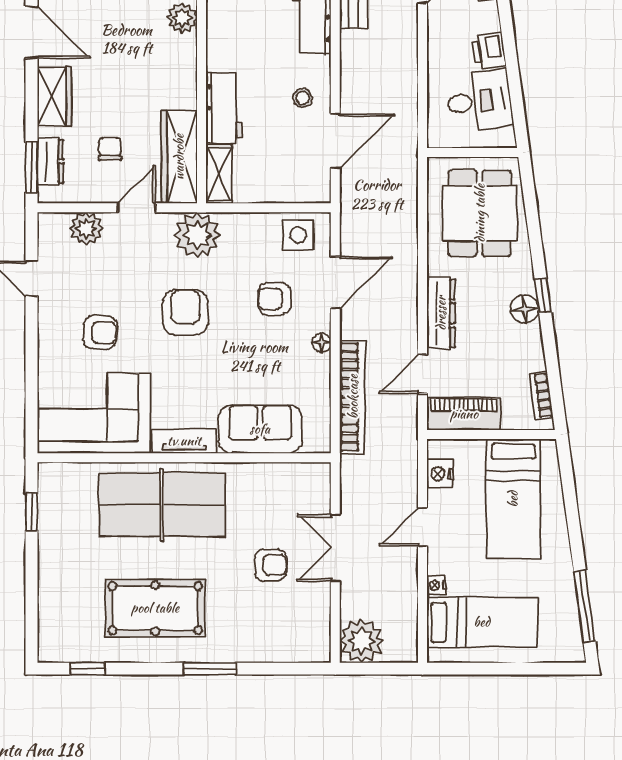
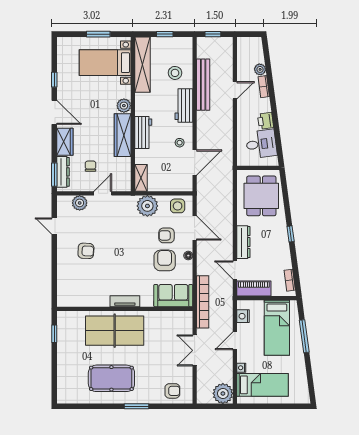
workbench: (224, 108) -> (143, 132), moved
wardrobe: (179, 157) -> (123, 135), moved
dresser: (50, 161) -> (63, 172), width x1.44
plant: (197, 235) -> (147, 206), moved
door: (335, 283) -> (195, 228), hinge flipped
floor lamp: (525, 309) -> (282, 240), removed
armchair: (185, 312) -> (165, 260), moved
door: (423, 374) -> (235, 270), hinge flipped
bookcase: (353, 397) -> (203, 302), moved
corner sofa: (94, 413) -> (83, 288), removed
sofa: (260, 429) -> (173, 296), moved
armchair: (271, 565) -> (172, 391), moved
window: (585, 606) -> (304, 336), moved
plant: (361, 641) -> (223, 393), moved
window: (87, 669) -> (80, 406), removed

